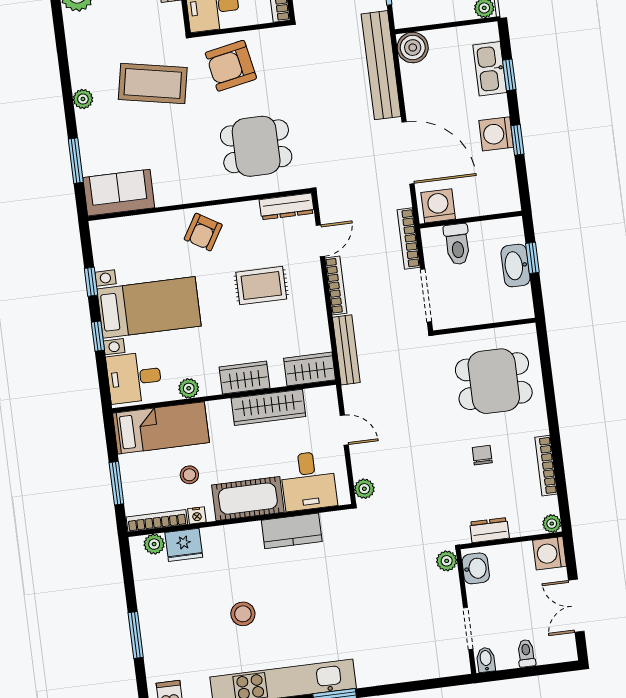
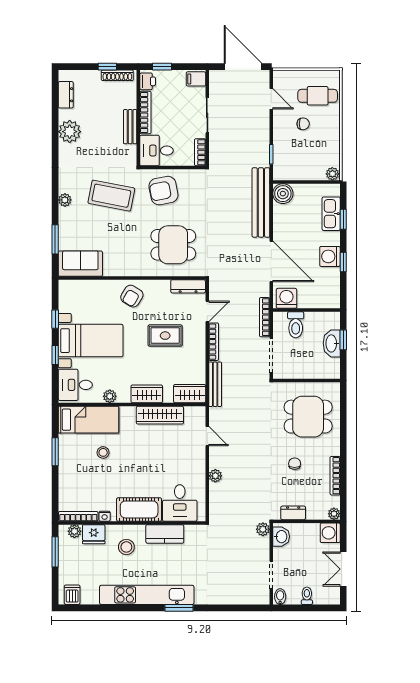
desk: (308, 481) -> (180, 503), moved
cot: (248, 499) -> (139, 509), moved
nightstand: (197, 515) -> (105, 516), moved
wall: (240, 520) -> (132, 523), moved
bookcase: (157, 521) -> (78, 516), moved
kitchen counter: (292, 531) -> (165, 534), moved
plant: (154, 544) -> (74, 531), moved
fridge: (184, 545) -> (94, 534), moved

